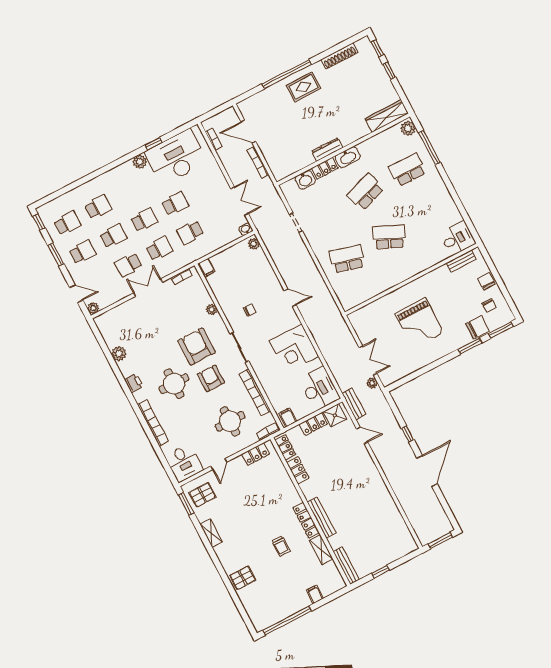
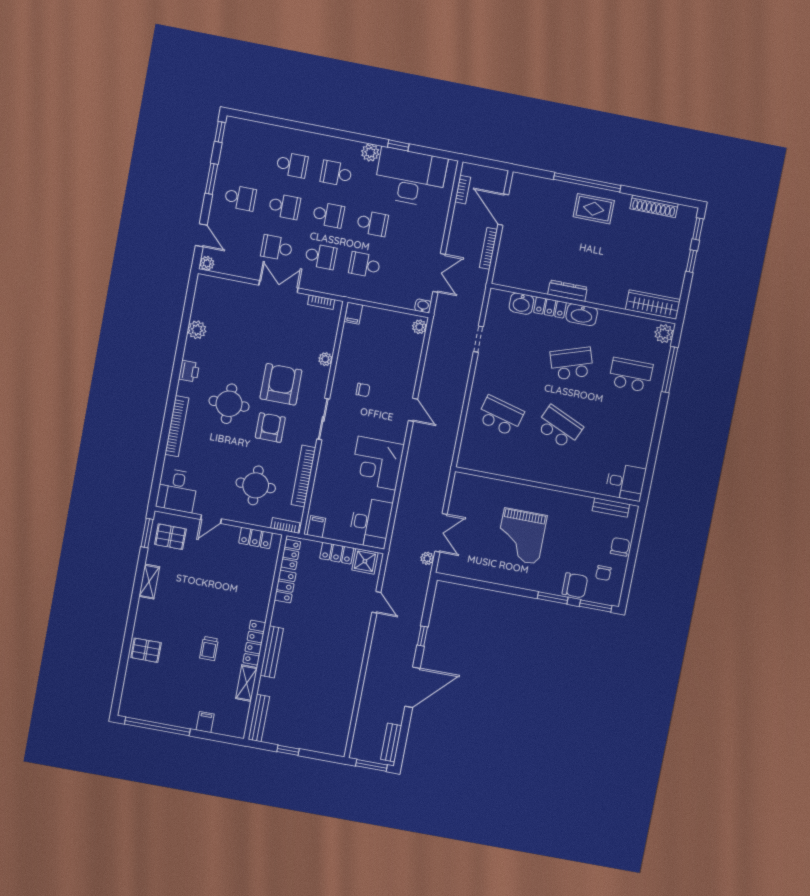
school desk: (67, 223) -> (336, 173), moved, turned 180
bench: (354, 404) -> (391, 743), moved

